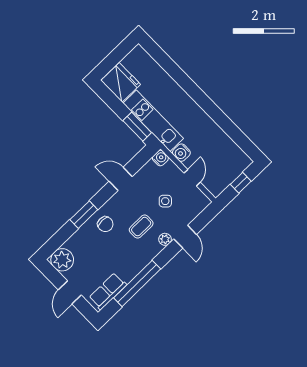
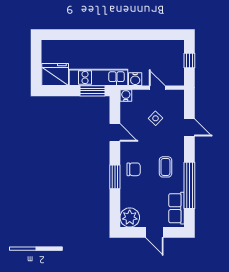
door: (121, 179) -> (115, 133), swing flipped
coffee table: (141, 227) -> (165, 167), moved
plant: (165, 239) -> (179, 141), removed

